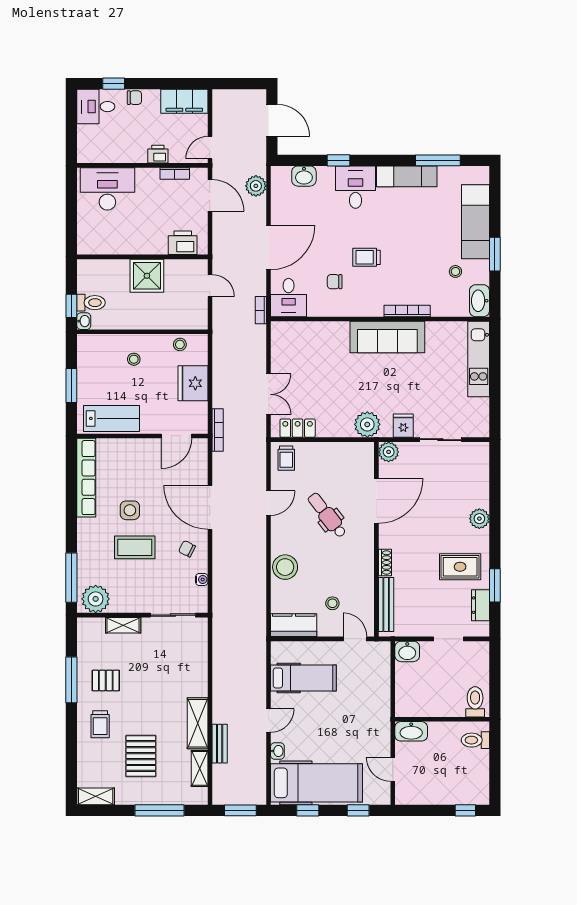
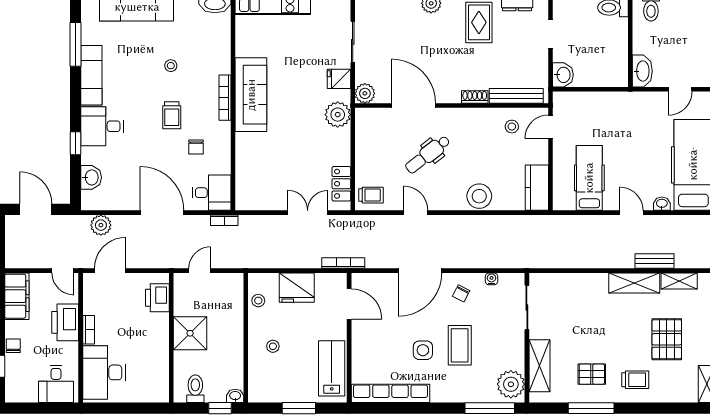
desk: (96, 107) -> (56, 384), moved
door: (272, 120) -> (36, 209), hinge flipped
printer: (158, 154) -> (65, 322), width x1.87, depth x1.48
bookcase: (175, 173) -> (89, 330), moved
stool: (455, 271) -> (171, 66), moved
toilet: (91, 303) -> (195, 389), moved
bookcase: (407, 311) -> (225, 98), moved
stool: (332, 603) -> (512, 127), moved
shelving: (123, 625) -> (540, 366), width x1.50, depth x1.33
pallet: (106, 680) -> (592, 374), turned 90
pallet: (141, 756) -> (667, 339), turned 90

